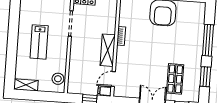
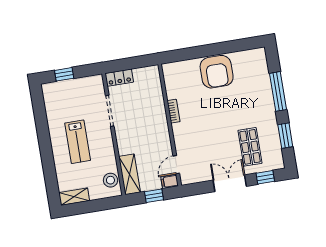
shelving: (108, 50) -> (130, 174), moved

